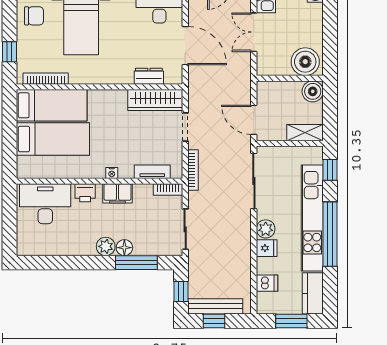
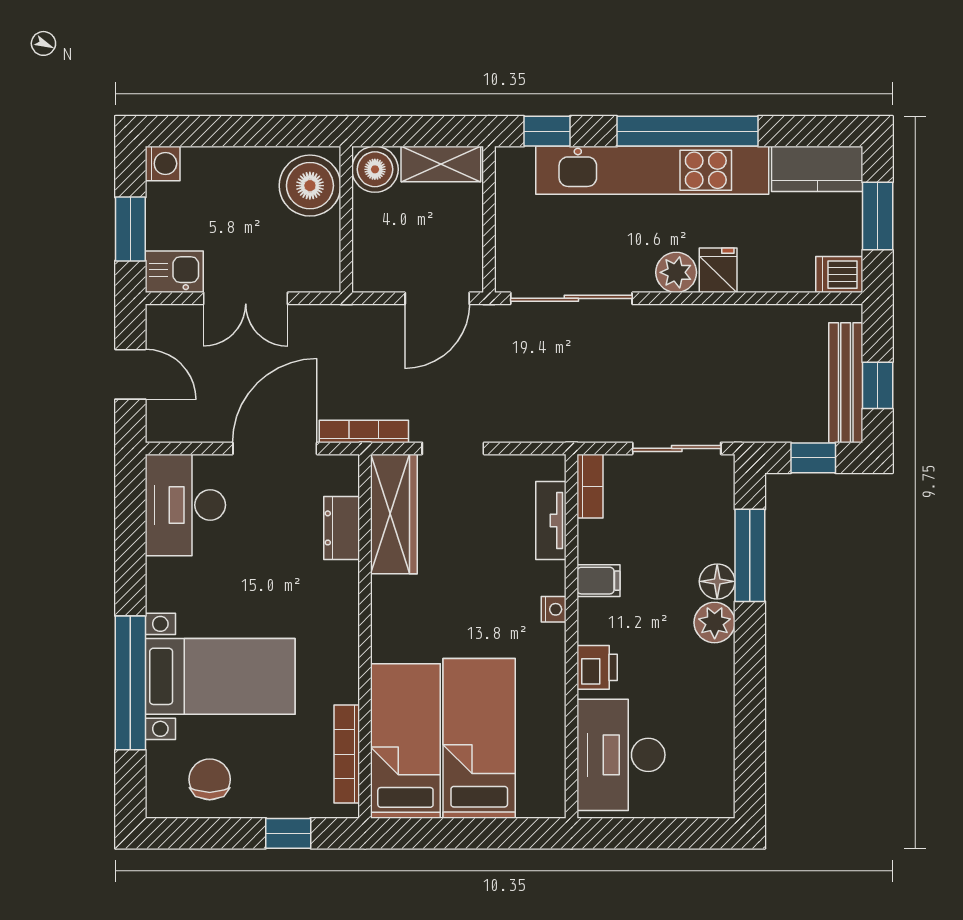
shelving: (305, 133) -> (441, 164), moved, turned 90
bookcase: (193, 170) -> (364, 431), moved
filing cabinet: (118, 193) -> (598, 581), width x0.50
dishwasher: (267, 283) -> (839, 275), moved, turned -90

